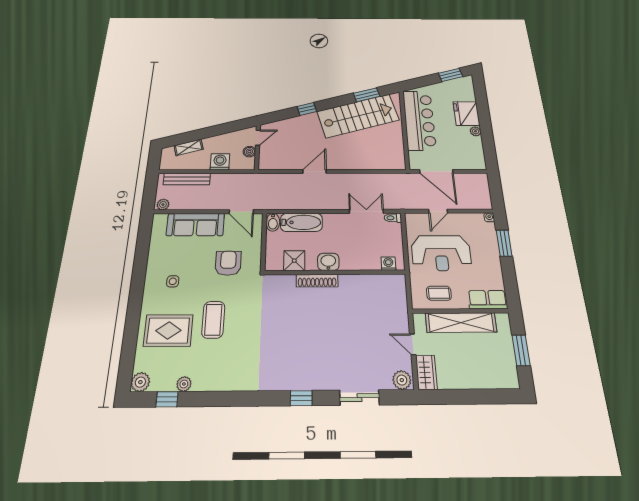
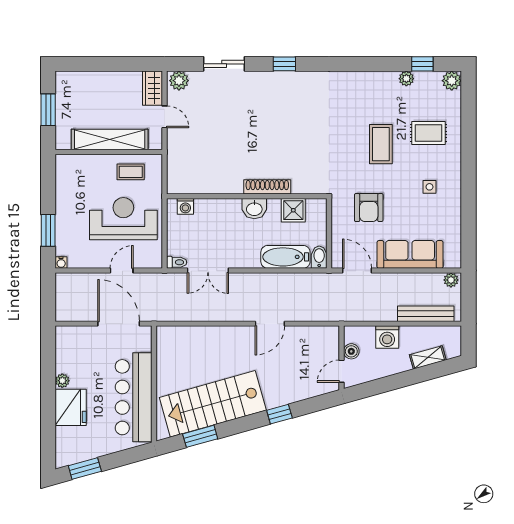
row of seats: (488, 300) -> (77, 164), removed
rug: (168, 330) -> (429, 133), width x0.73, depth x0.70

